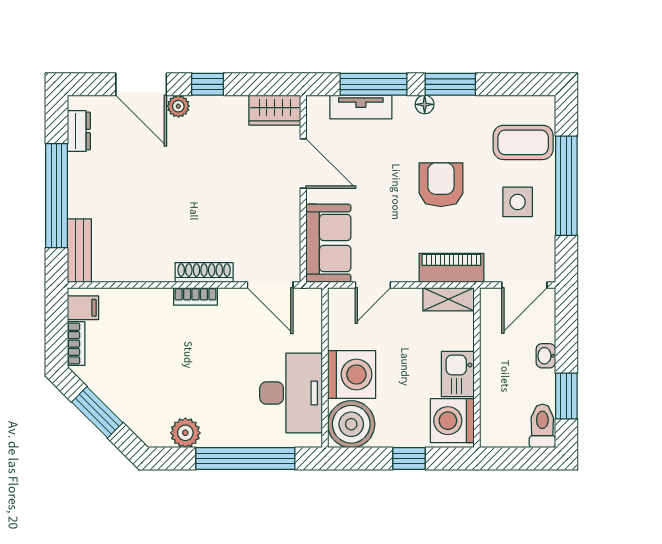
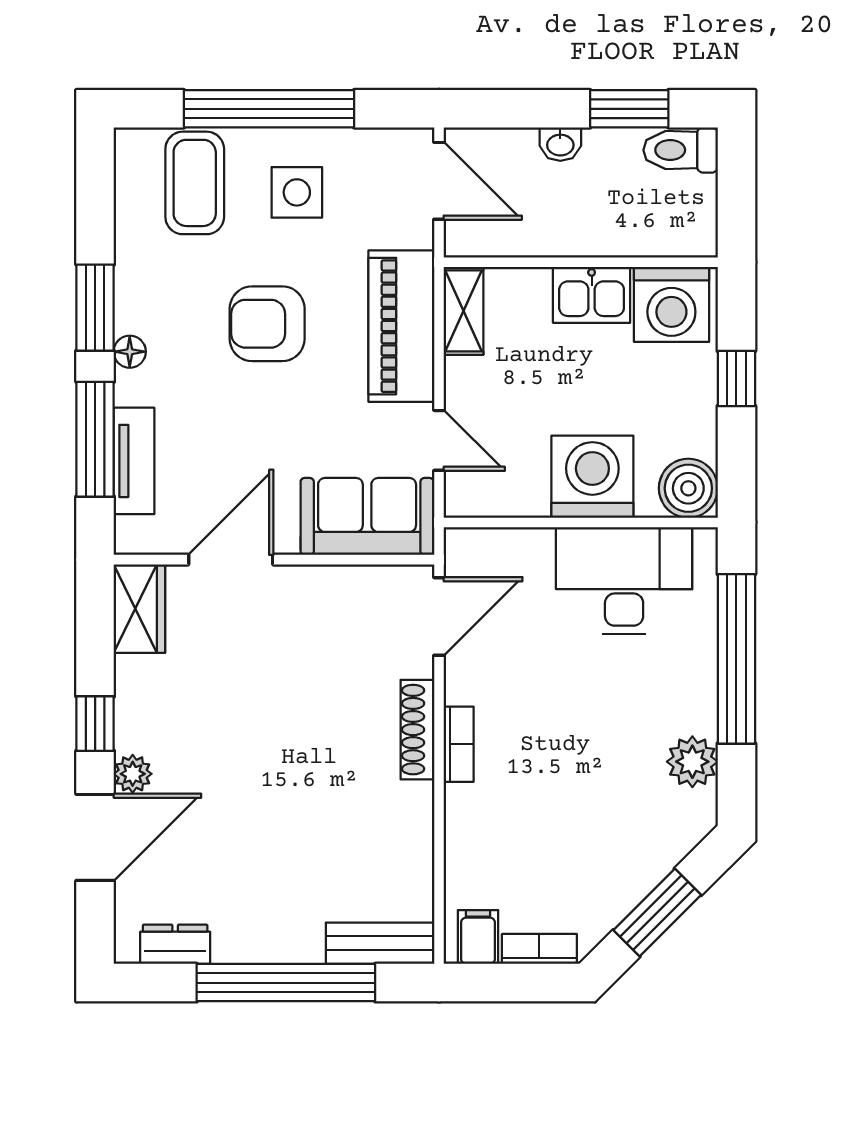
piano: (451, 268) -> (401, 326), width x1.37, depth x1.33
boiler: (351, 424) -> (688, 488), width x0.73, depth x0.73

